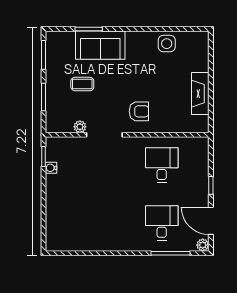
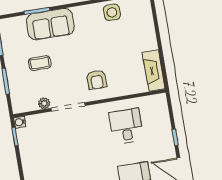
fireplace: (200, 94) -> (154, 71), moved
armchair: (139, 111) -> (97, 80), turned 90
water cooler: (51, 168) -> (20, 122), moved

